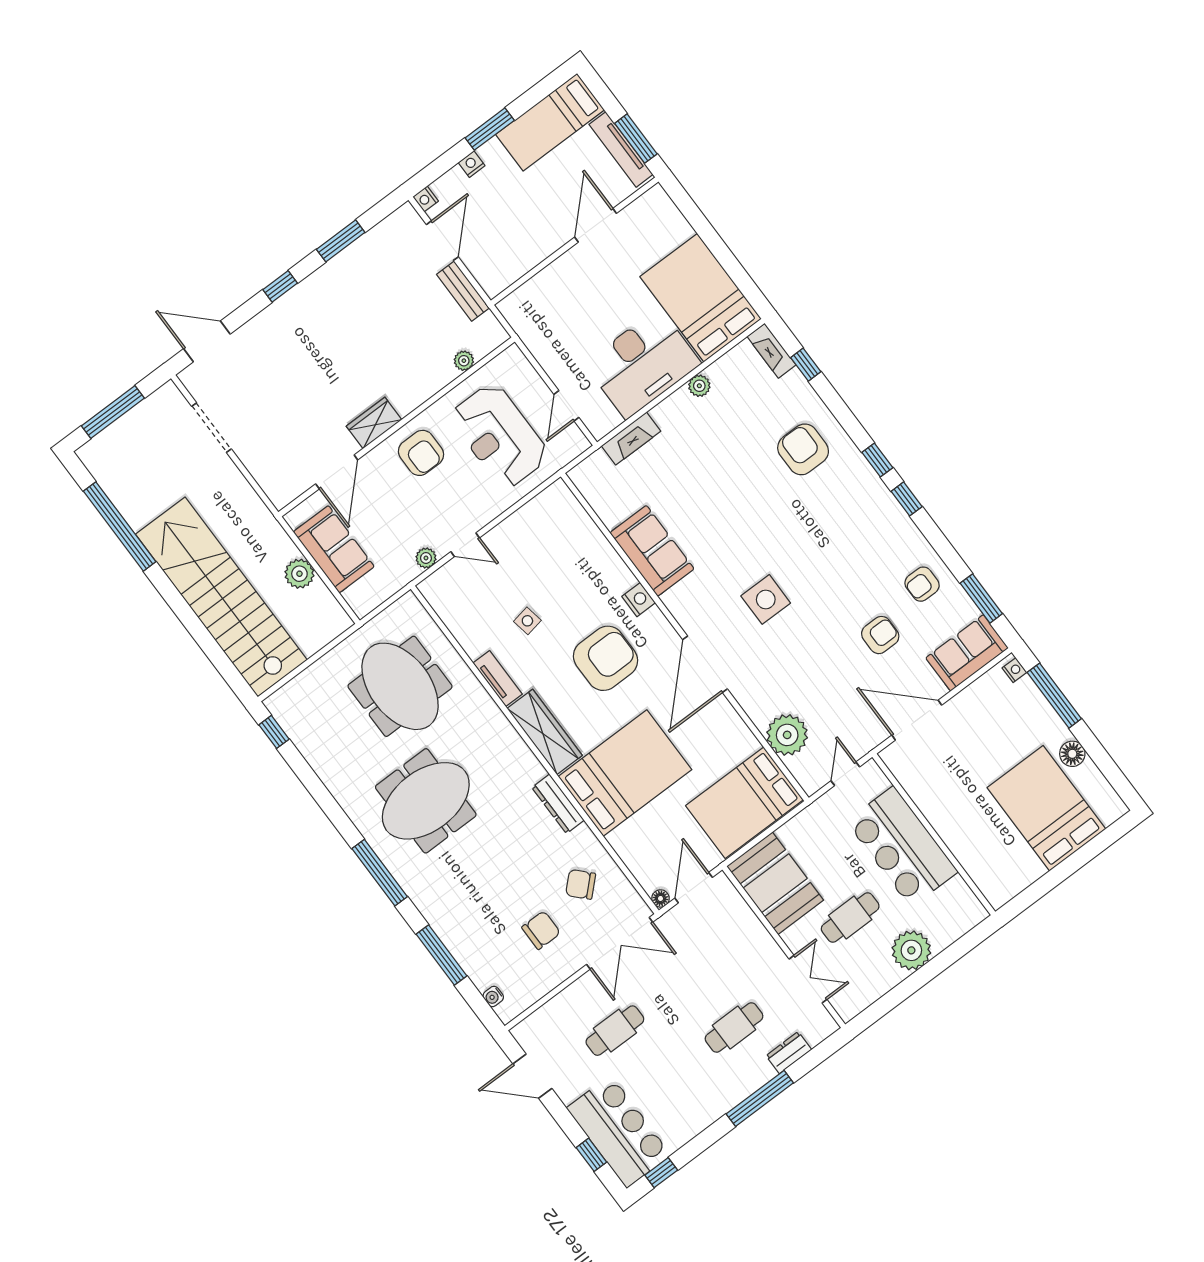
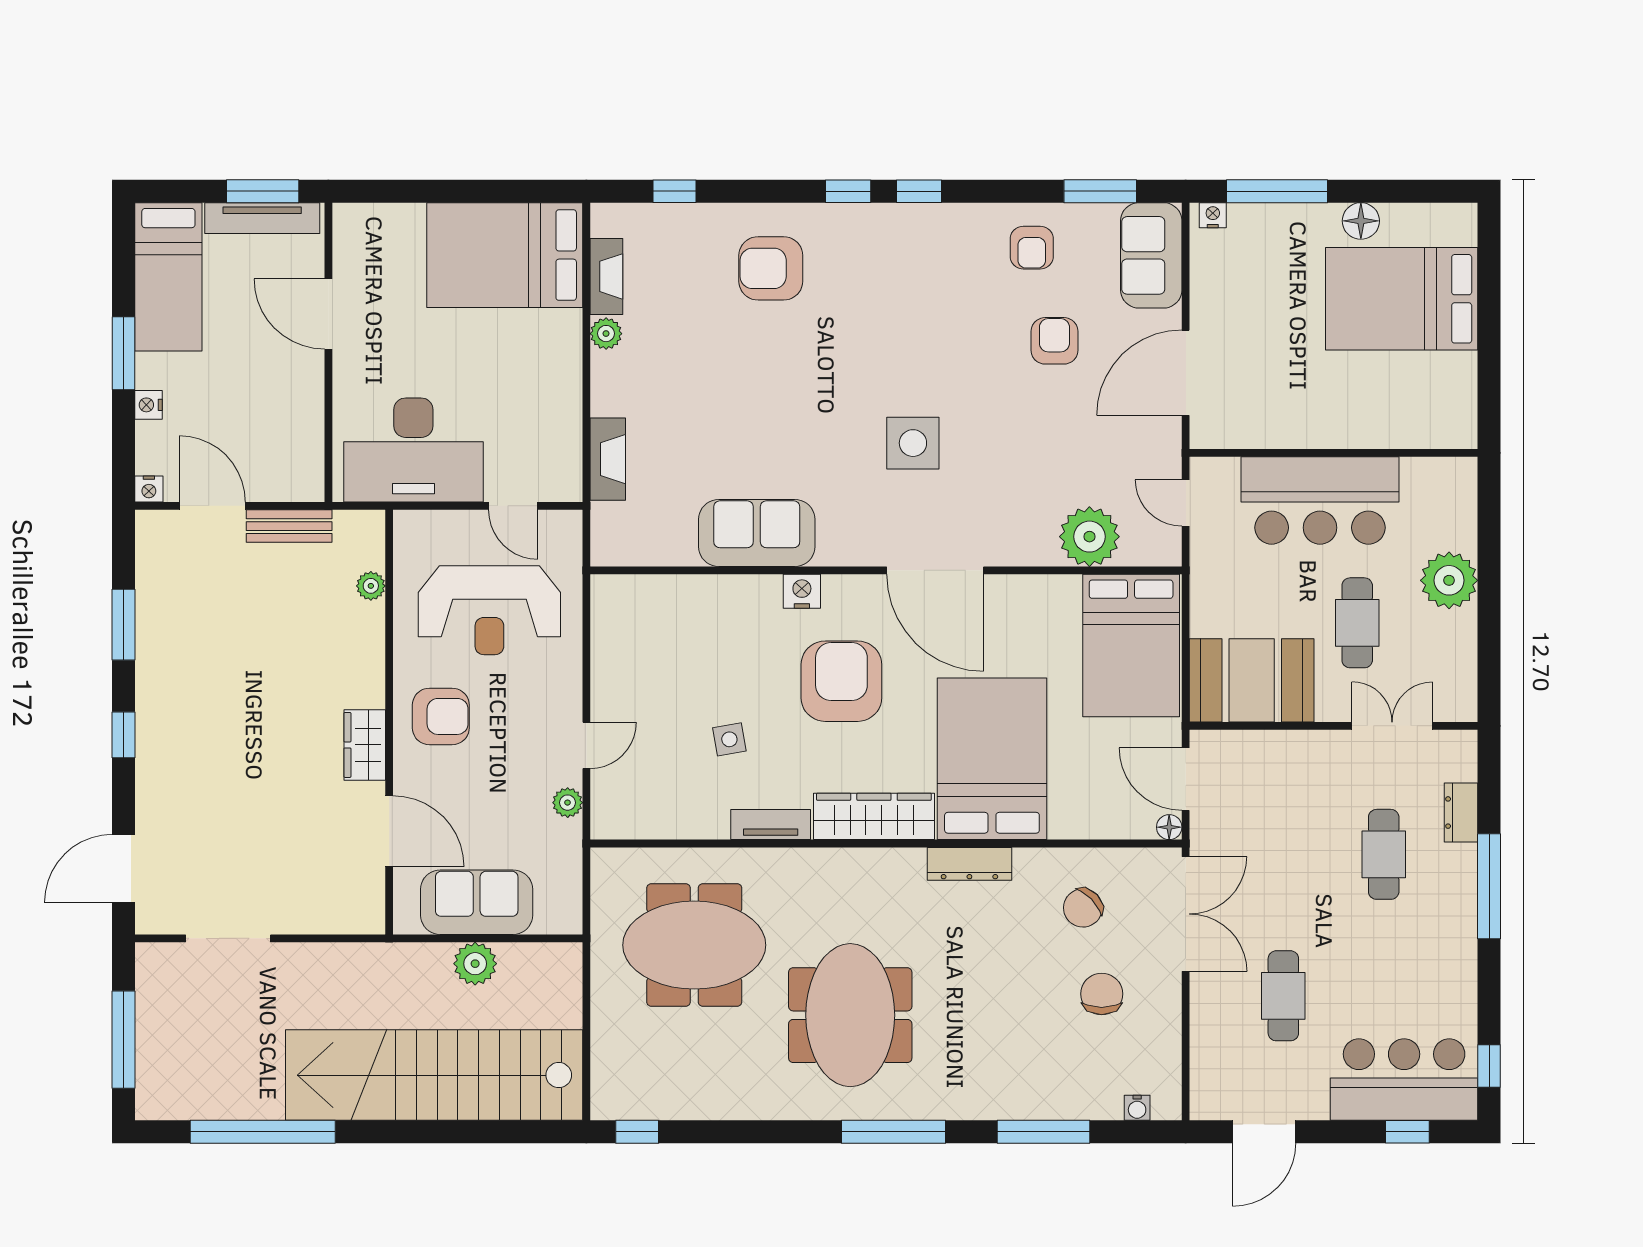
fireplace: (771, 351) -> (606, 276), moved, turned -90
desk: (643, 364) -> (413, 450), moved, turned 90

